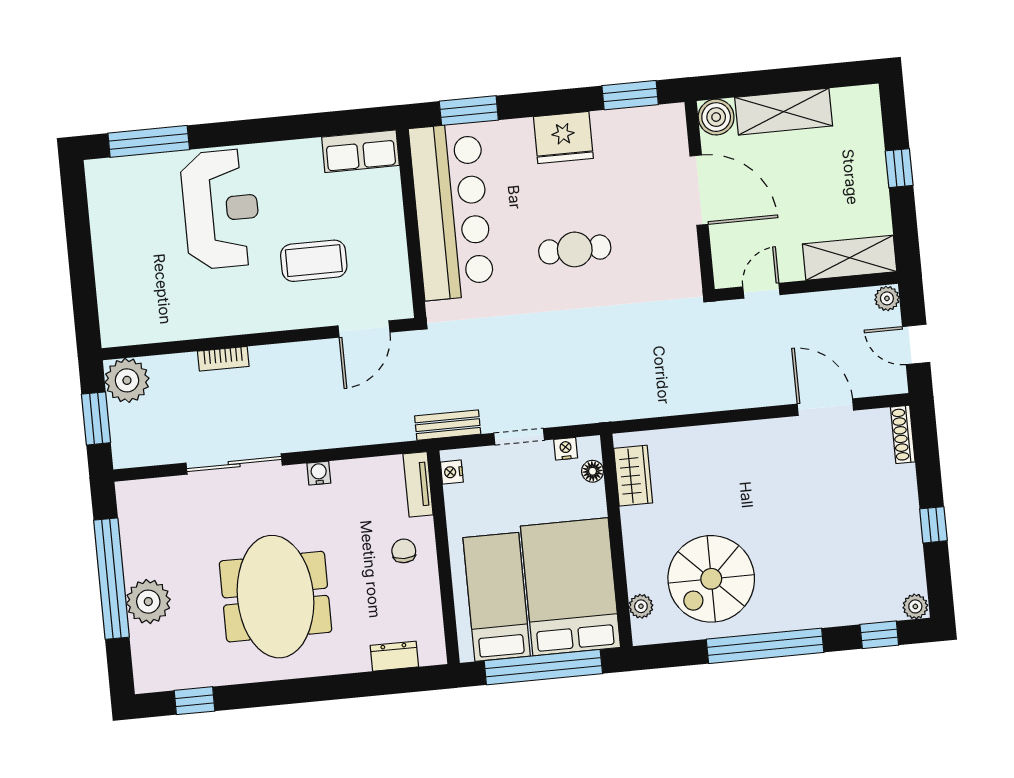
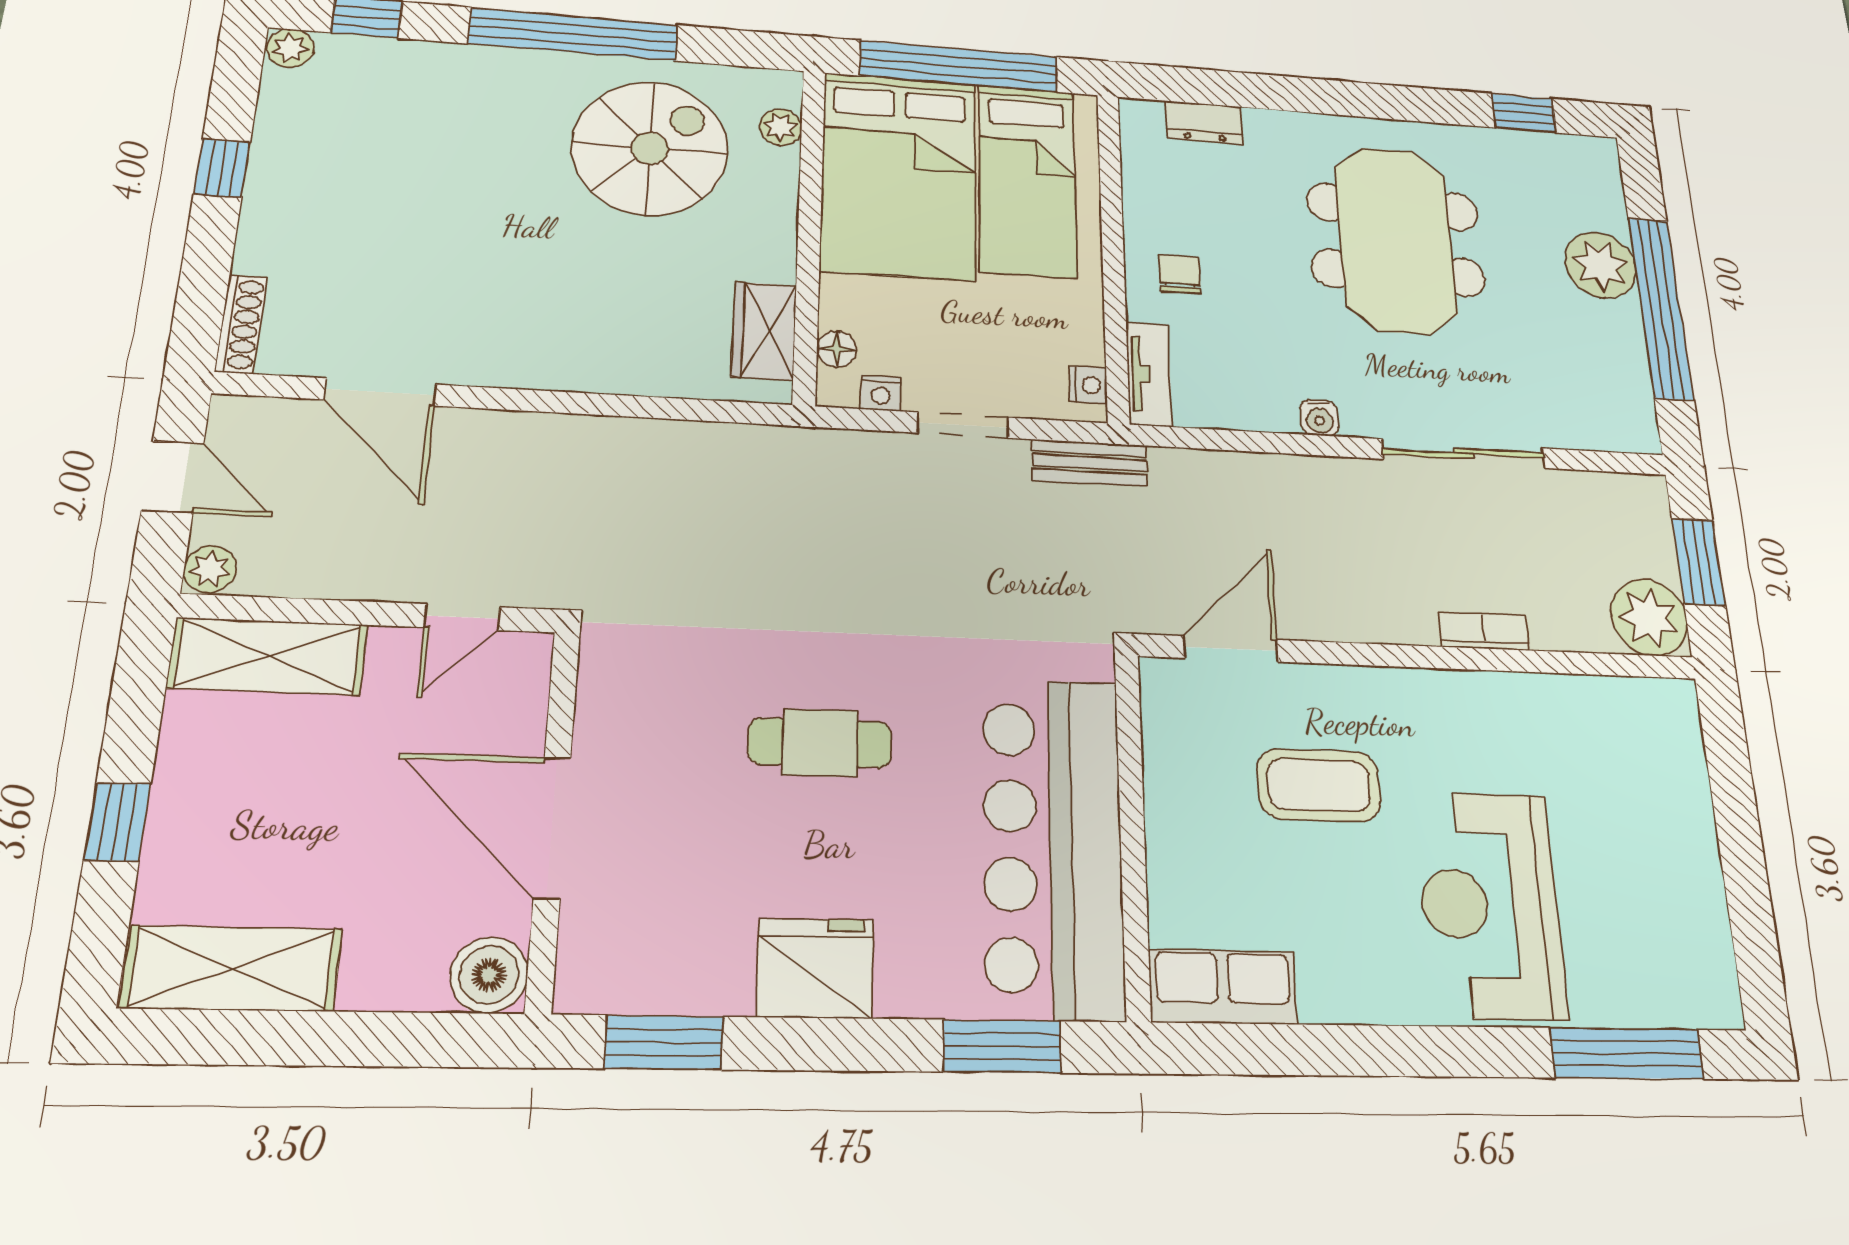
shelving: (784, 112) -> (232, 968), moved
chair: (404, 551) -> (1180, 274), turned 180

